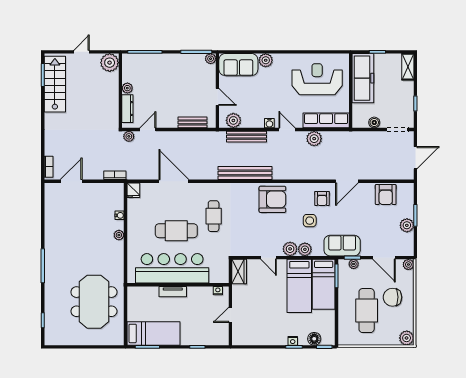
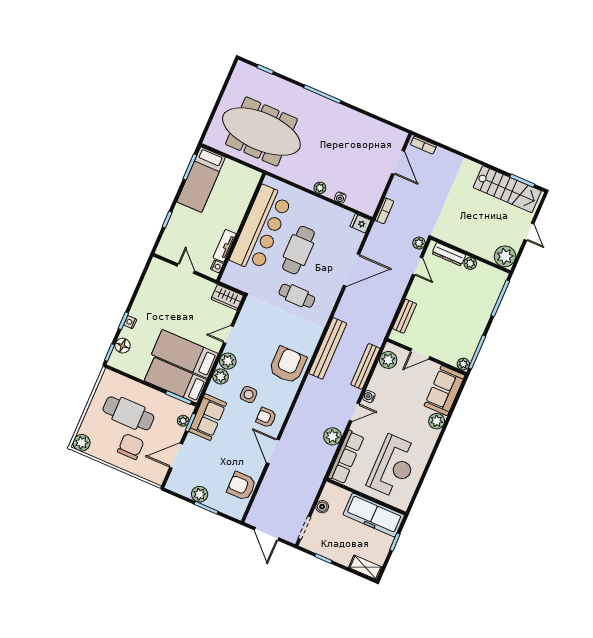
armchair: (272, 199) -> (288, 365), turned 180
plant: (408, 265) -> (158, 478), removed
tv unit: (173, 292) -> (225, 246), moved
meeting table: (94, 302) -> (261, 132), width x1.36

